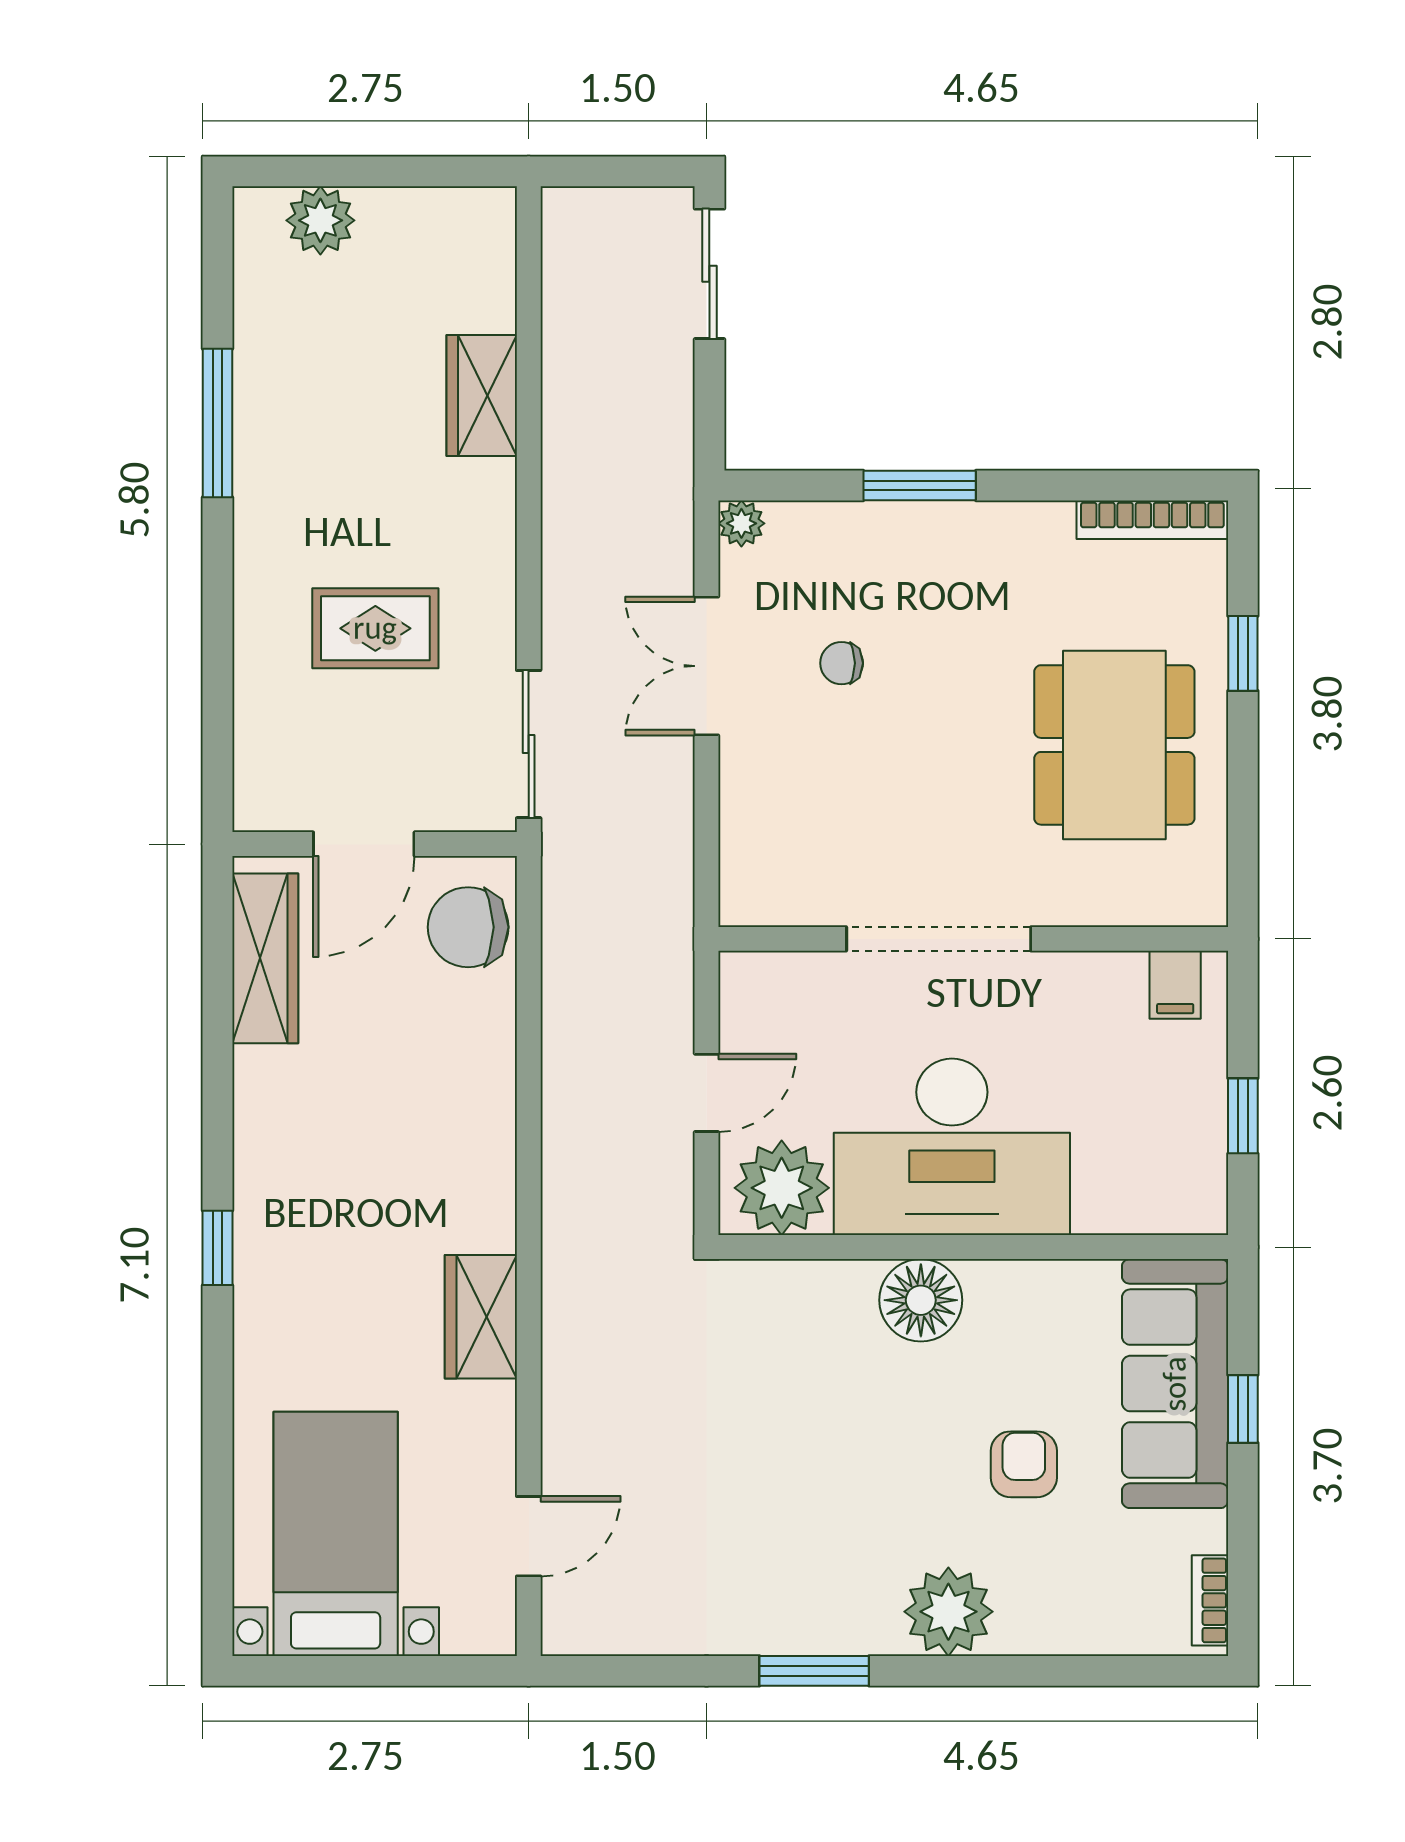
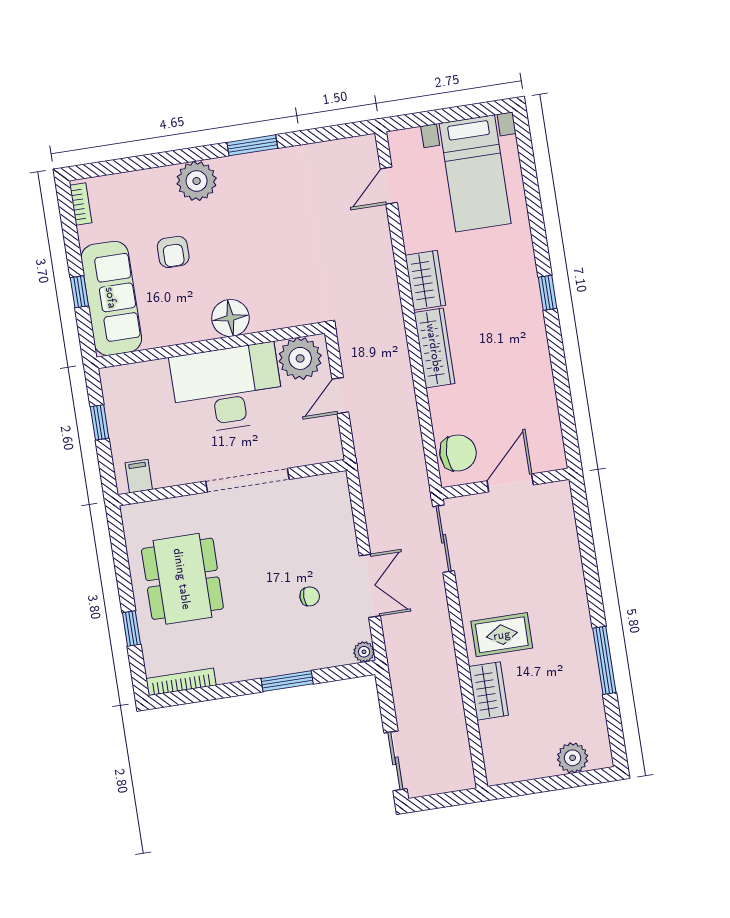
rug: (375, 628) -> (502, 635), moved
wardrobe: (265, 958) -> (434, 348), moved, turned 180

